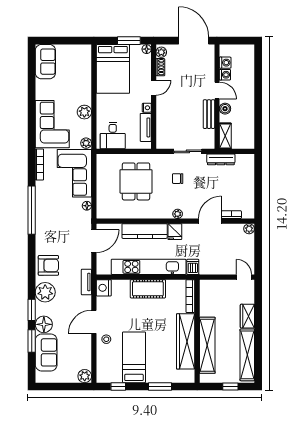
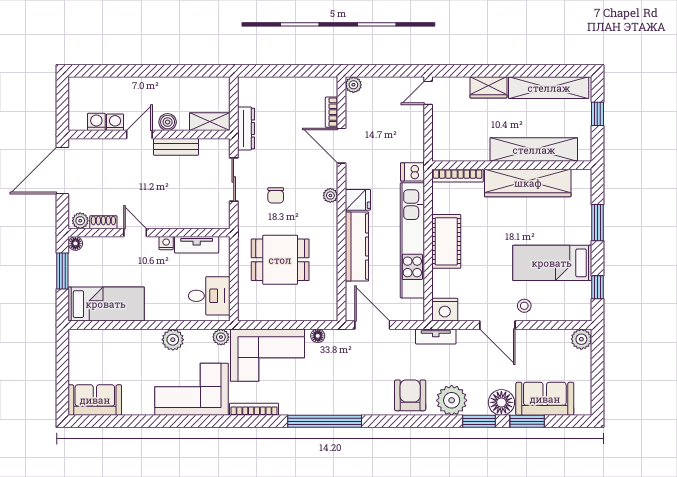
bed: (113, 69) -> (106, 304), width x0.67

